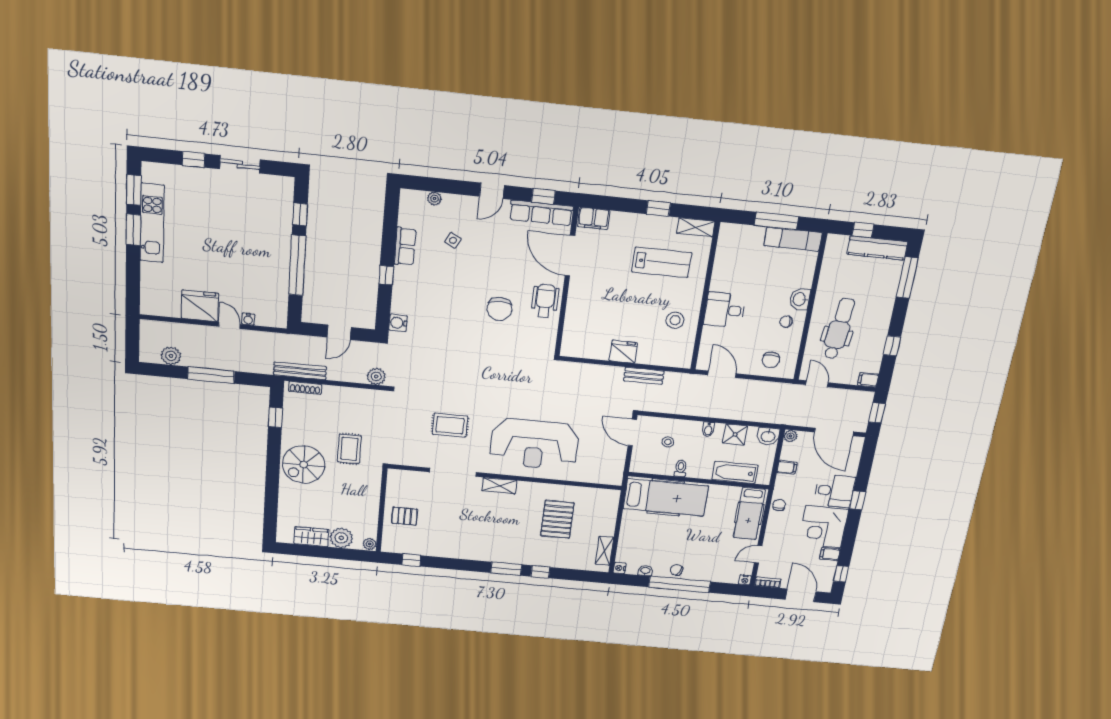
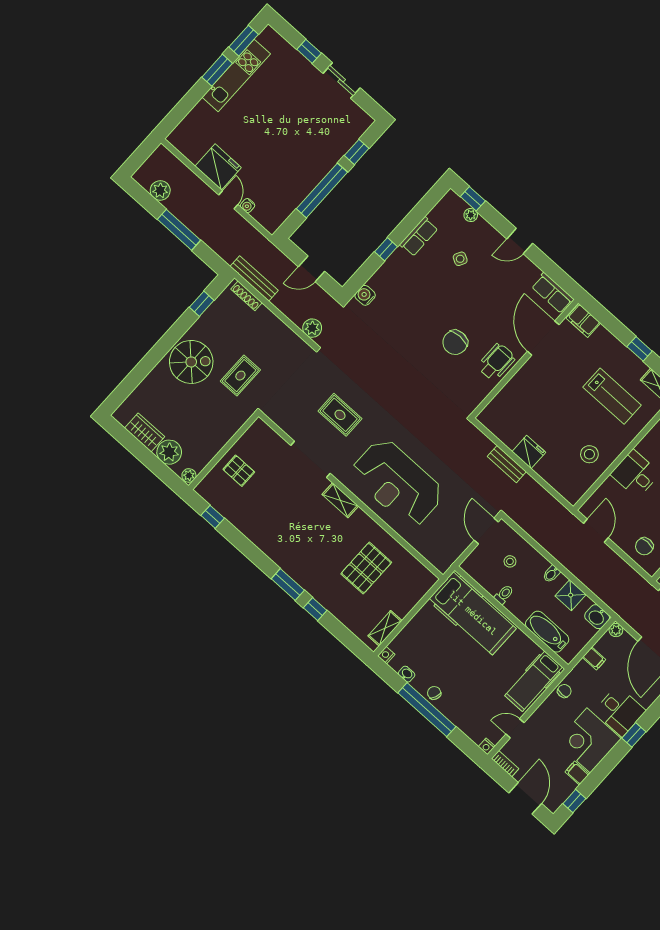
window: (543, 196) -> (473, 199), moved
row of seats: (541, 213) -> (553, 293), width x0.68
bench: (644, 376) -> (507, 464), moved
spiral stairs: (304, 465) -> (191, 362), turned 180

